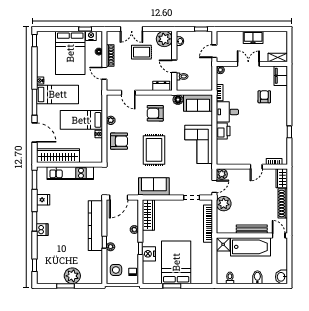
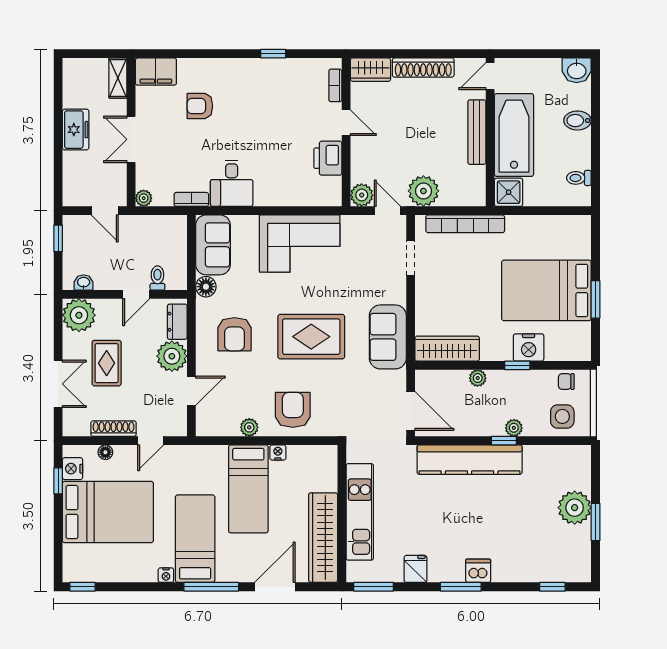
plant: (145, 83) -> (172, 356), added
printer: (223, 131) -> (328, 158), moved, turned -90

